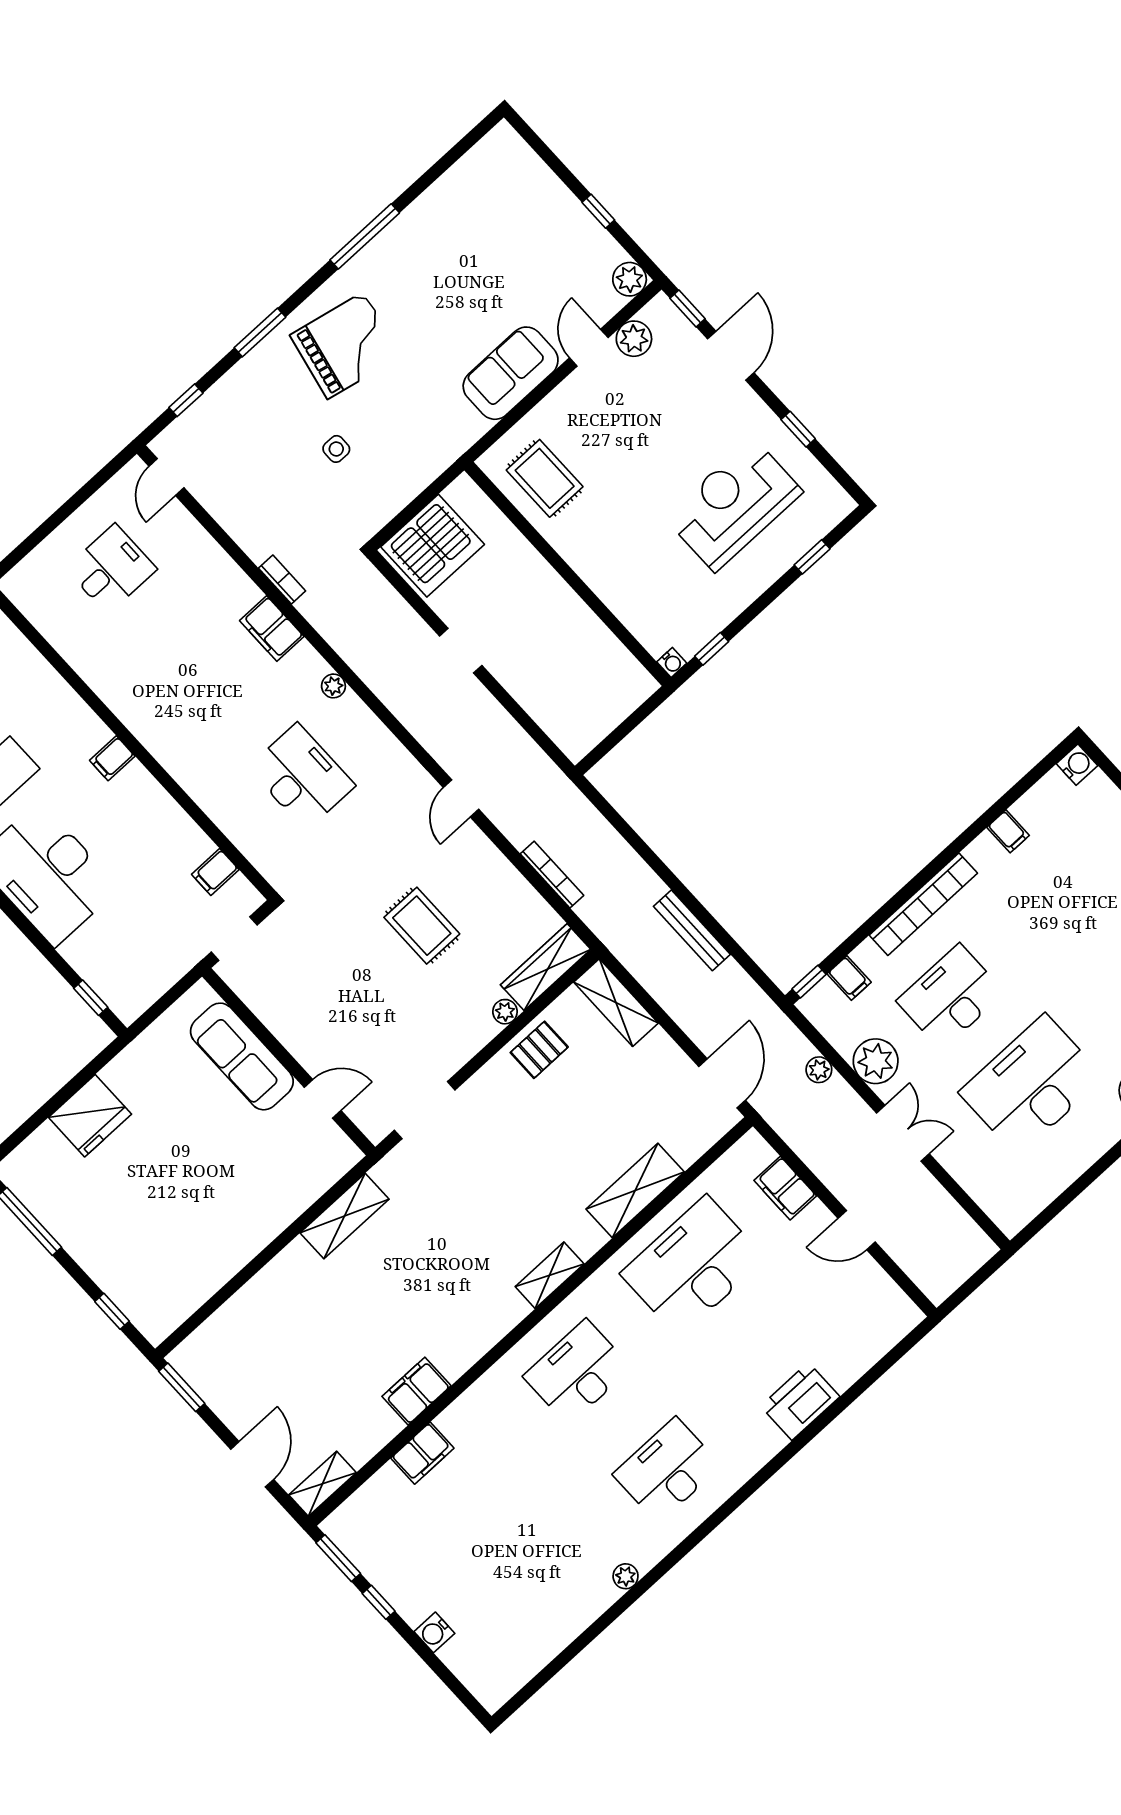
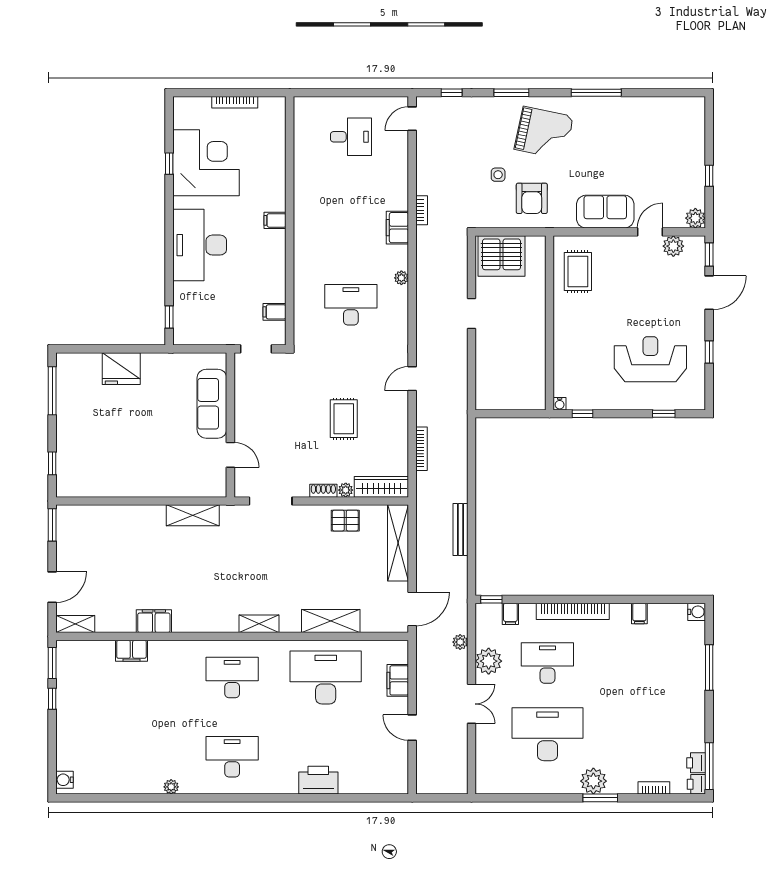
armchair: (405, 440) -> (532, 198), added
desk: (302, 777) -> (351, 305), turned -90
shelving: (616, 1003) -> (398, 543), width x1.47
shoe rack: (478, 1038) -> (323, 491), added
water cooler: (434, 1632) -> (65, 780), moved

